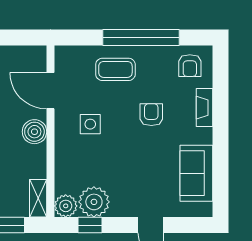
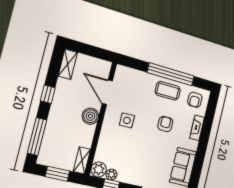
coffee table: (115, 69) -> (168, 91), moved
plant: (94, 202) -> (111, 174), width x0.53, depth x0.53

